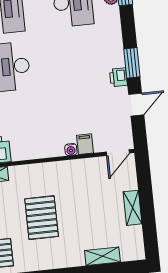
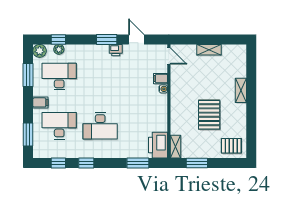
pallet: (42, 218) -> (209, 115), turned 90
shelving: (102, 256) -> (241, 90), moved

